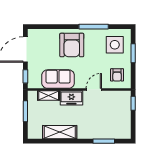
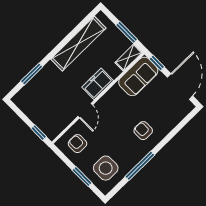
armchair: (72, 45) -> (143, 131), width x0.53, depth x0.53
sofa: (58, 79) -> (138, 76), moved
shelving: (49, 95) -> (129, 57), moved
shelving: (60, 132) -> (78, 44), width x1.47

